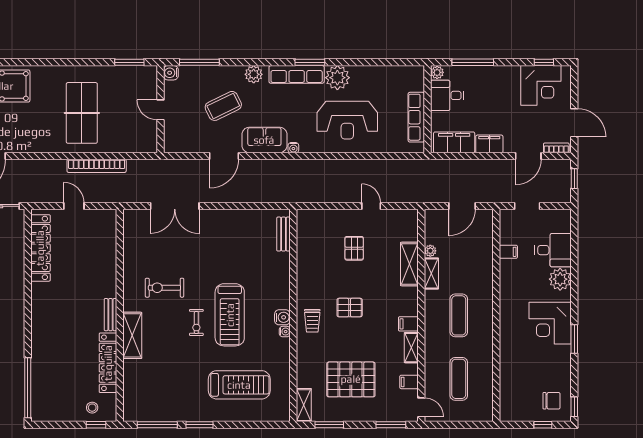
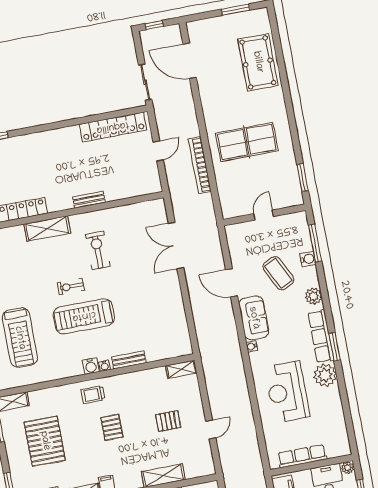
water cooler: (171, 73) -> (308, 259), moved, turned 90
shelving: (303, 225) -> (181, 369), added
bench: (284, 234) -> (129, 360), moved
bench: (111, 315) -> (89, 200), moved
water cooler: (285, 332) -> (105, 366), moved

